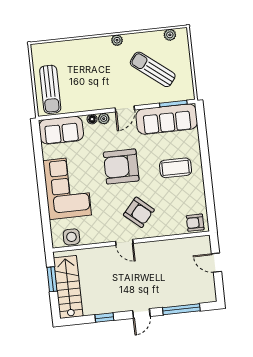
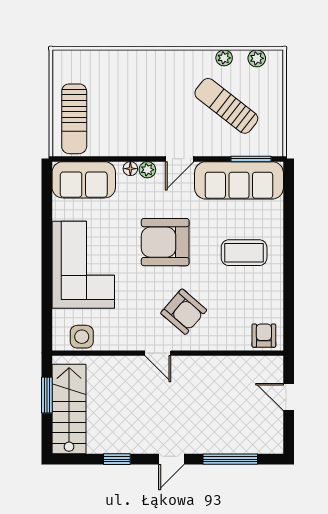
plant: (117, 40) -> (224, 58), moved
armchair: (195, 223) -> (264, 336), turned 90

